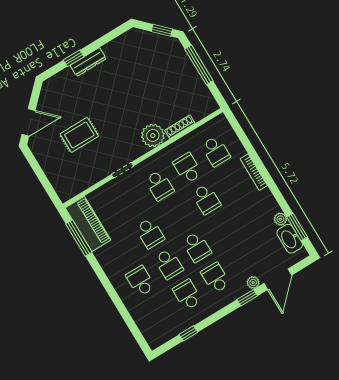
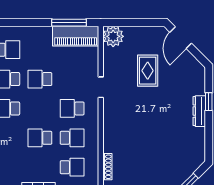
shoe rack: (180, 127) -> (107, 167), moved
plant: (153, 135) -> (113, 36), moved
school desk: (216, 151) -> (72, 167), turned 180

